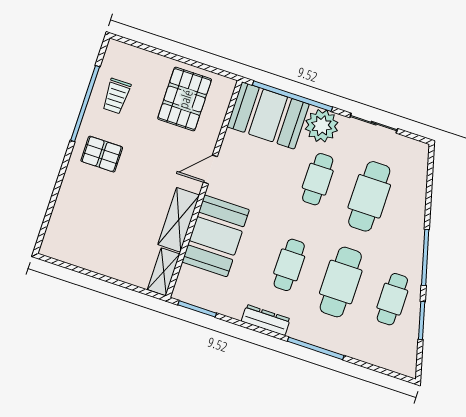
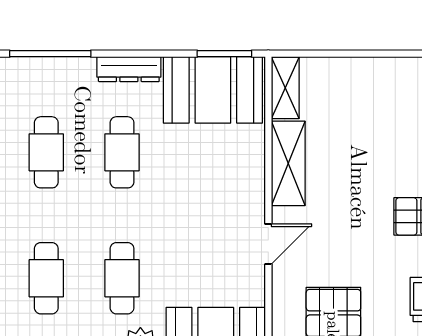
cafe table: (369, 196) -> (46, 278), width x0.73, depth x0.74
booth: (216, 236) -> (213, 90), moved, turned 90
cafe table: (341, 282) -> (46, 152), width x0.73, depth x0.74

